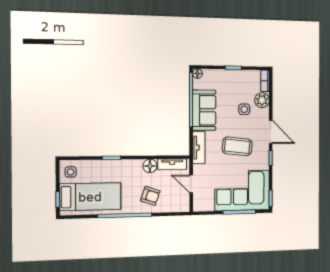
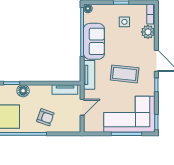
side table: (244, 109) -> (124, 22), moved
floor lamp: (150, 166) -> (23, 91), moved
door: (191, 184) -> (82, 107), swing flipped

